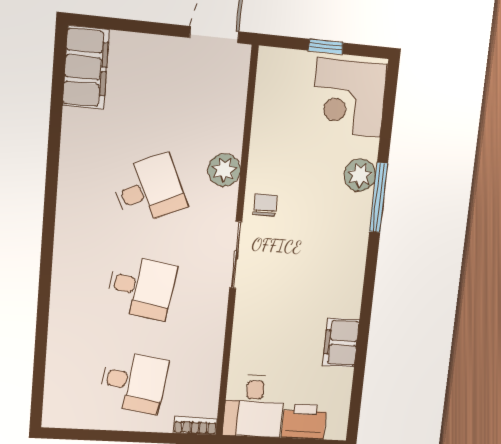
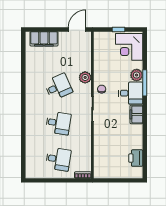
filing cabinet: (86, 67) -> (44, 39), moved, turned 90
filing cabinet: (341, 343) -> (136, 114), moved
desk: (254, 406) -> (131, 93), moved, turned -90
printer: (304, 421) -> (136, 158), moved, turned -90

